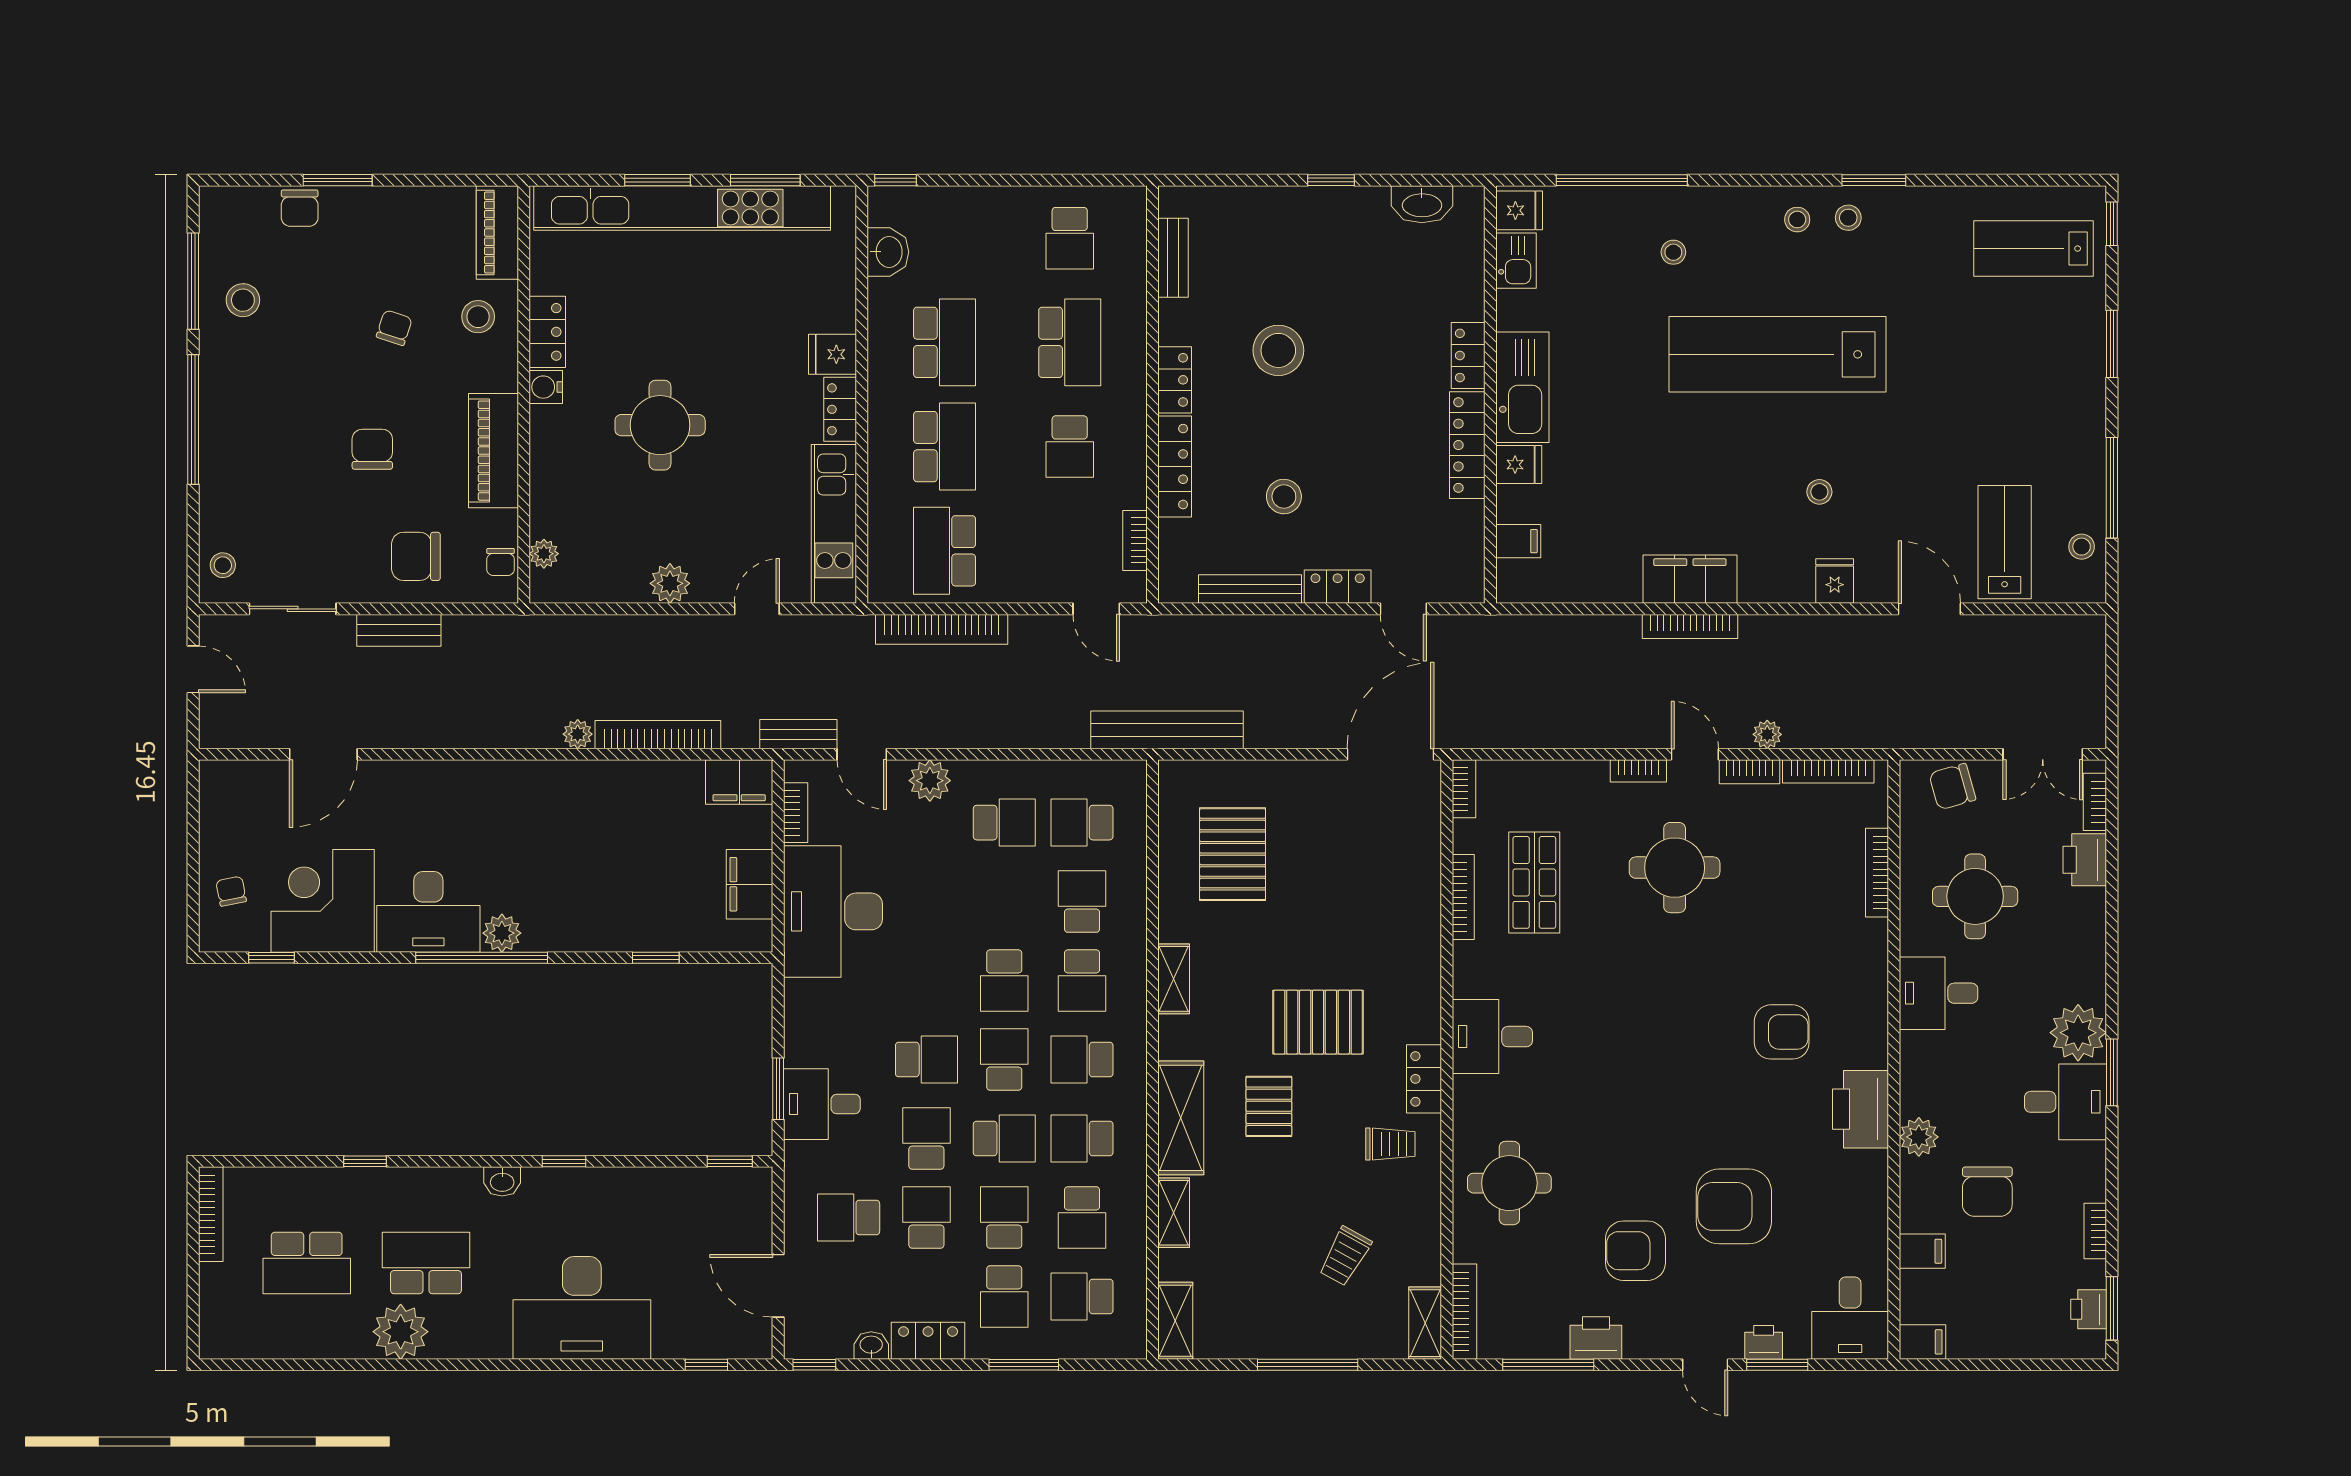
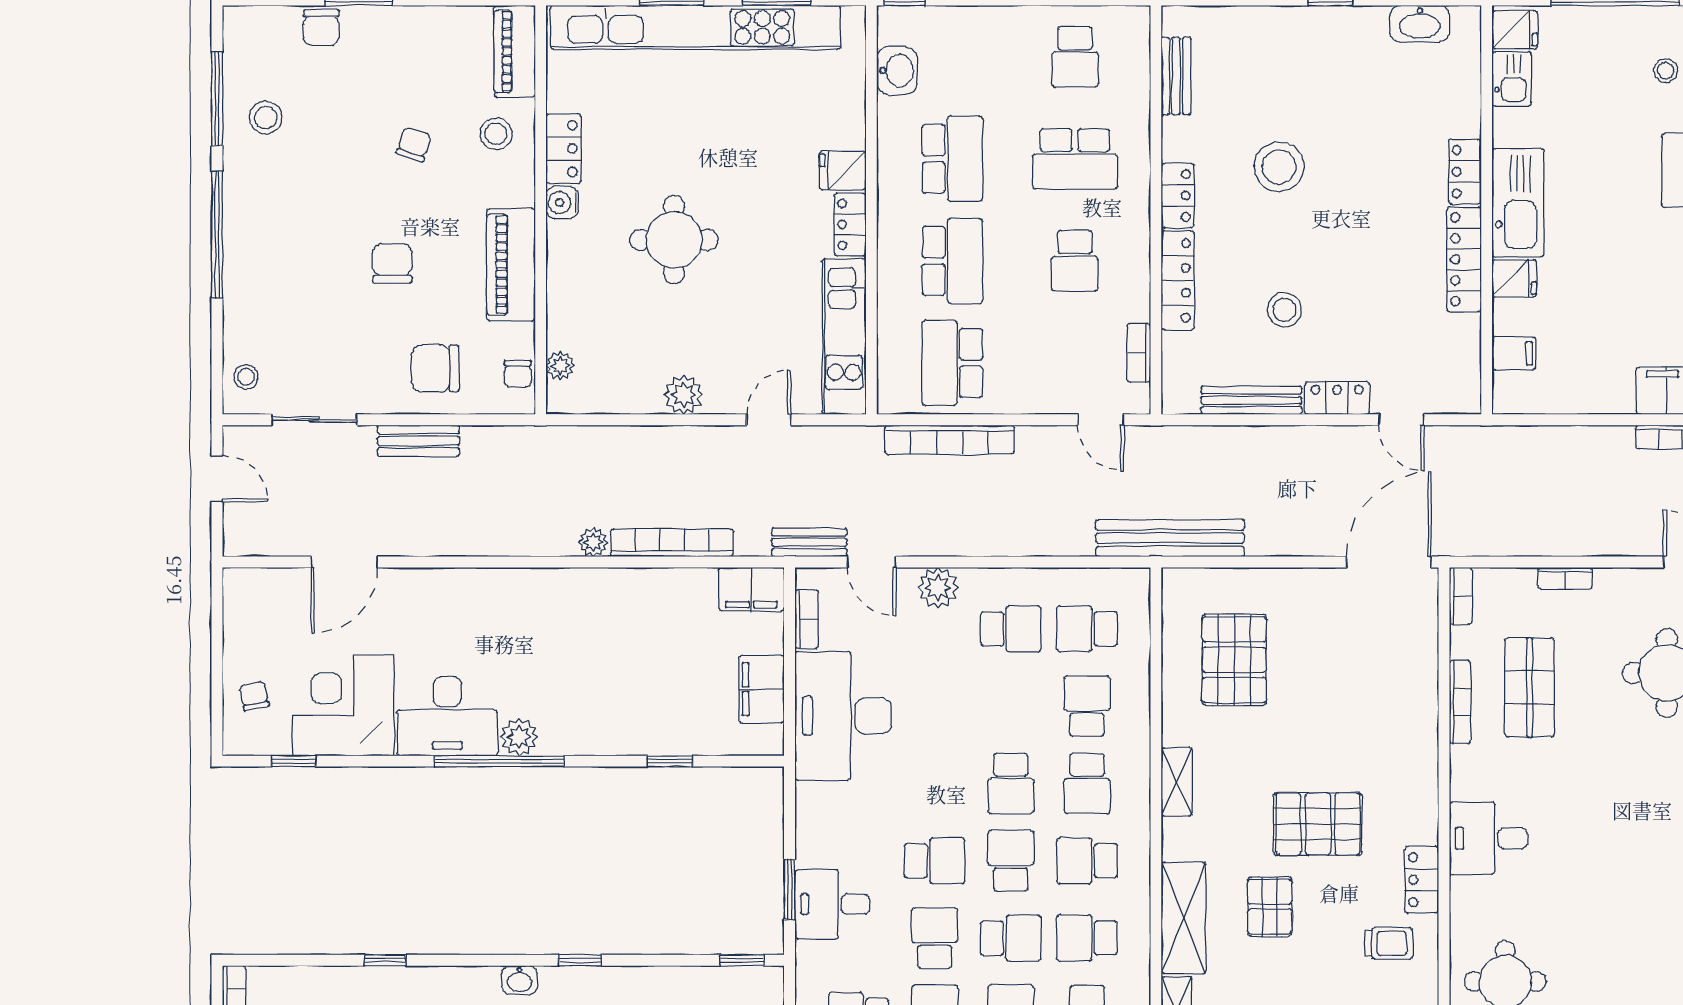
school desk: (1070, 342) -> (1075, 159), turned 90
bookcase: (1638, 771) -> (1565, 578), moved

